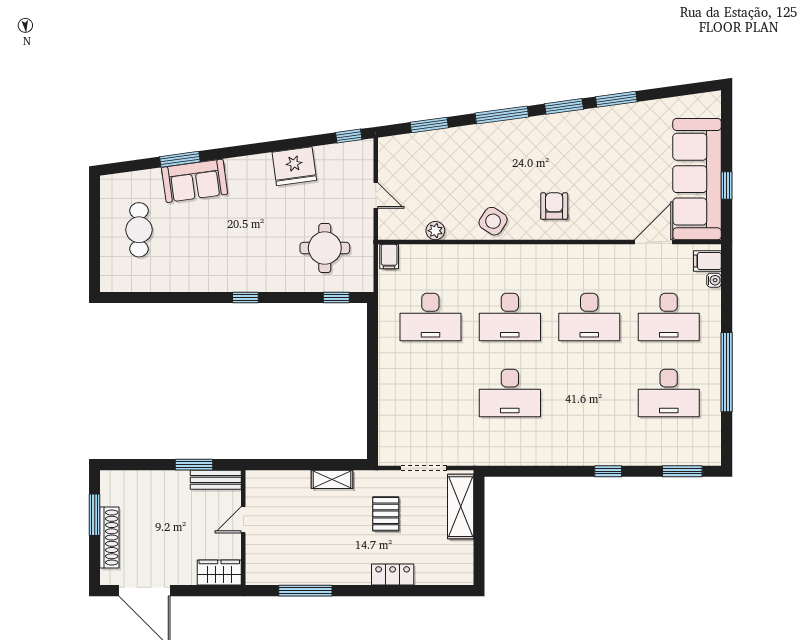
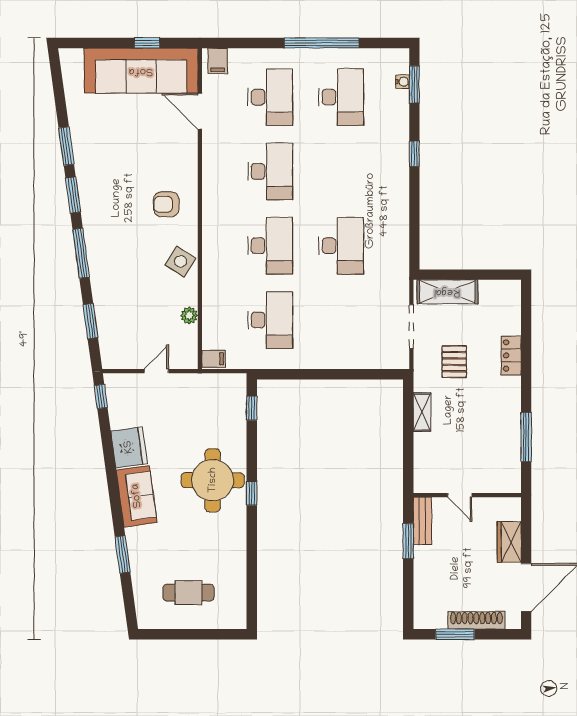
sofa: (195, 181) -> (137, 496), moved
round table: (325, 248) -> (213, 480), moved, width x1.36, depth x1.36
water cooler: (714, 280) -> (403, 82), moved, turned 90
pallet: (386, 514) -> (454, 362), turned 90
wardrobe: (219, 573) -> (509, 542), moved

